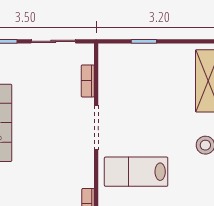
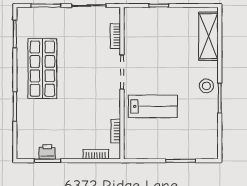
lab bench: (136, 172) -> (153, 106), turned 180

